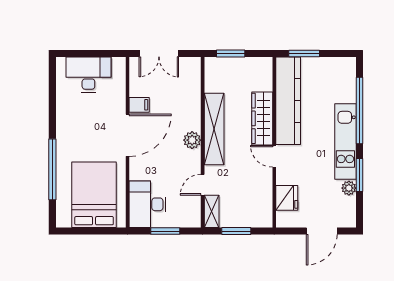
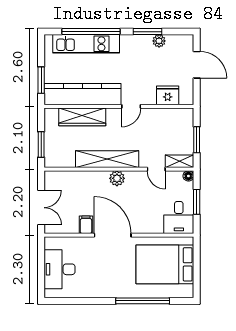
wardrobe: (262, 118) -> (82, 117), moved
kitchen unit: (345, 142) -> (86, 44), moved
desk: (147, 204) -> (179, 218), width x0.73
floor lamp: (195, 222) -> (188, 176), added

